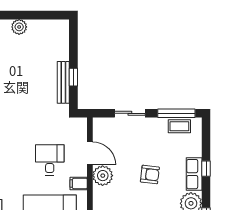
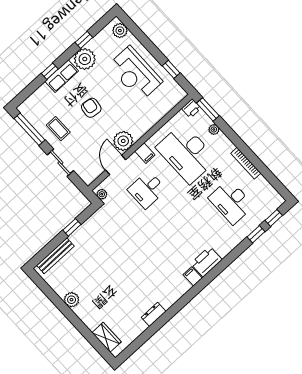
bench: (63, 82) -> (55, 256), moved
plant: (77, 123) -> (102, 194), added
coffee table: (179, 126) -> (58, 129), moved

